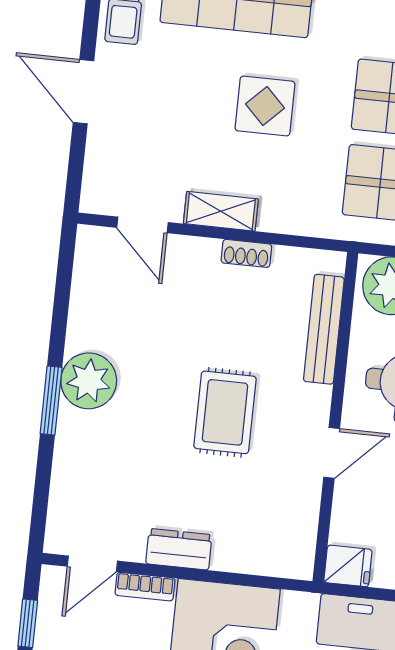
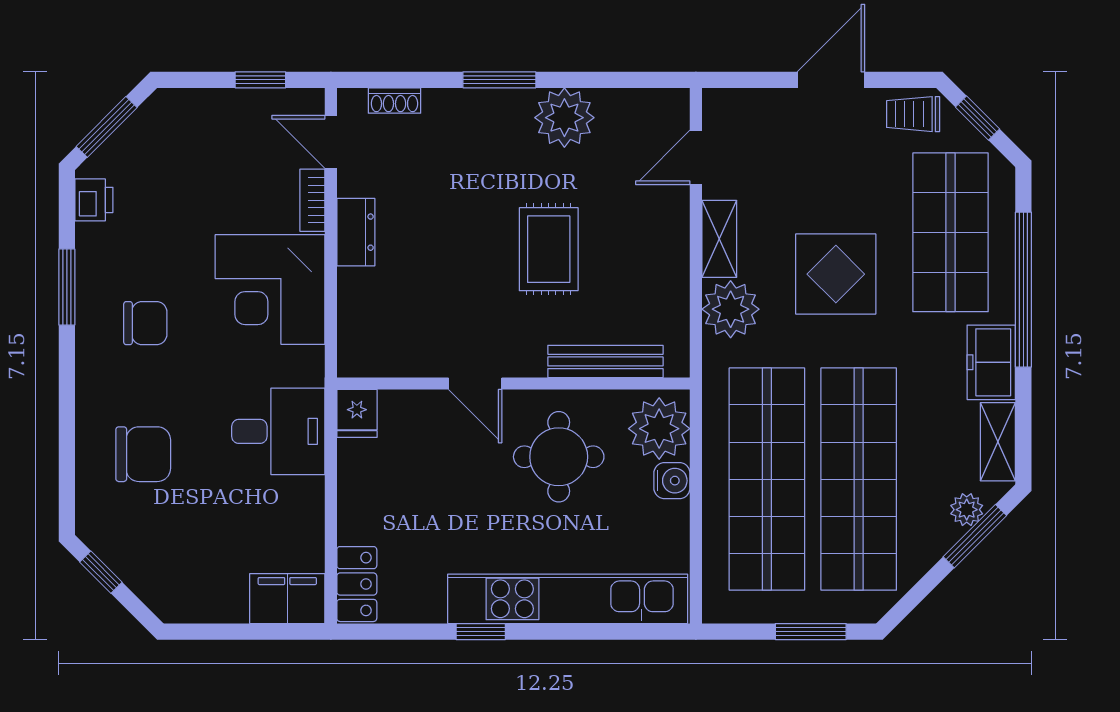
display table: (265, 106) -> (836, 274), width x1.36, depth x1.36
plant: (287, 208) -> (731, 309), added
shoe rack: (246, 253) -> (395, 101), moved, turned -90
plant: (89, 381) -> (564, 118), moved
rug: (225, 412) -> (549, 249), moved, turned 90

